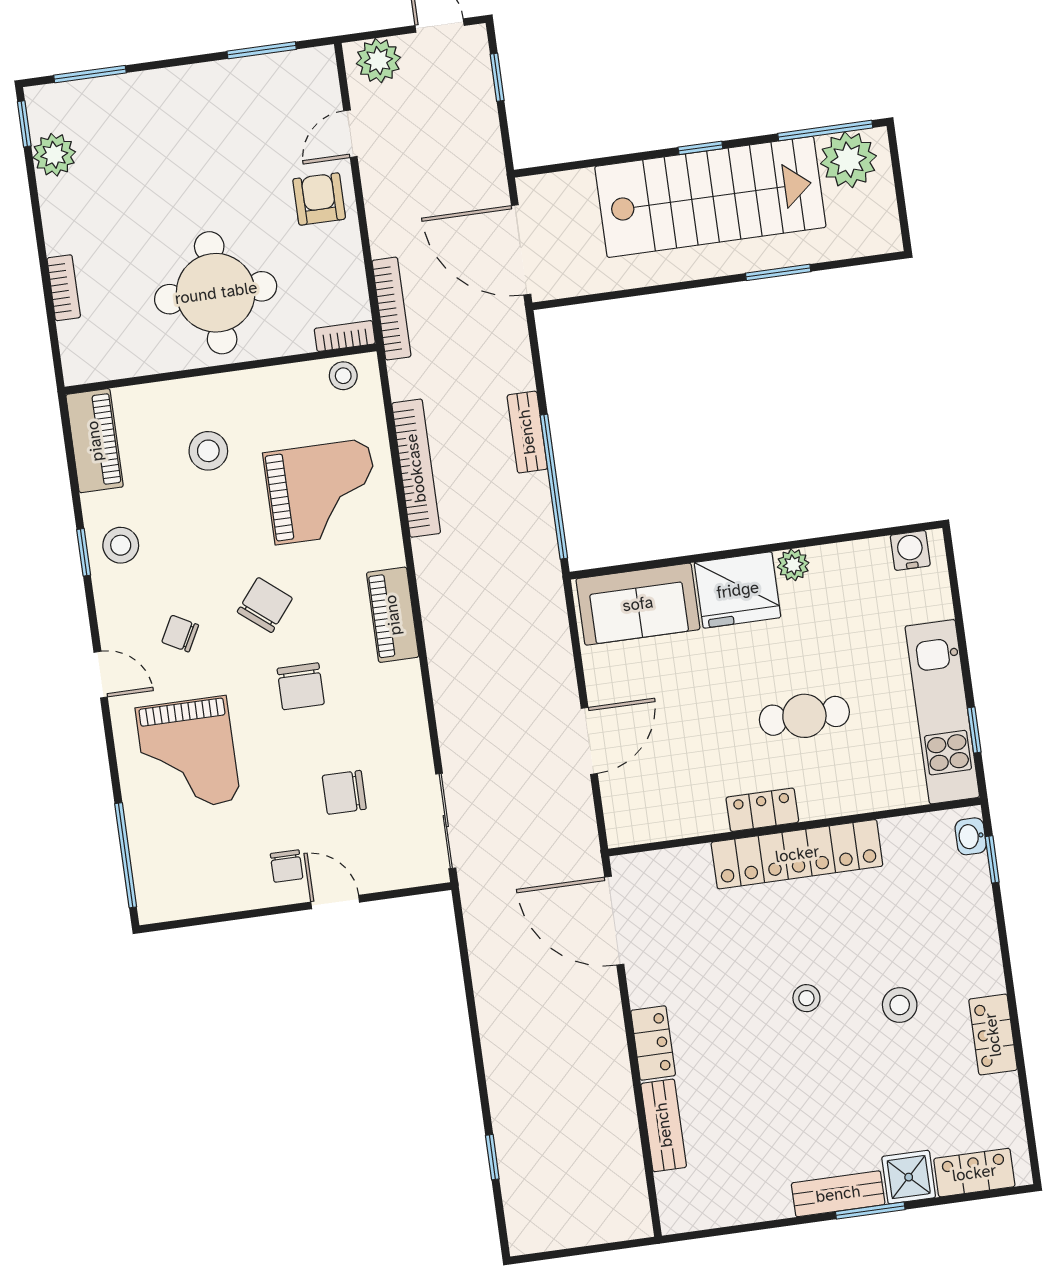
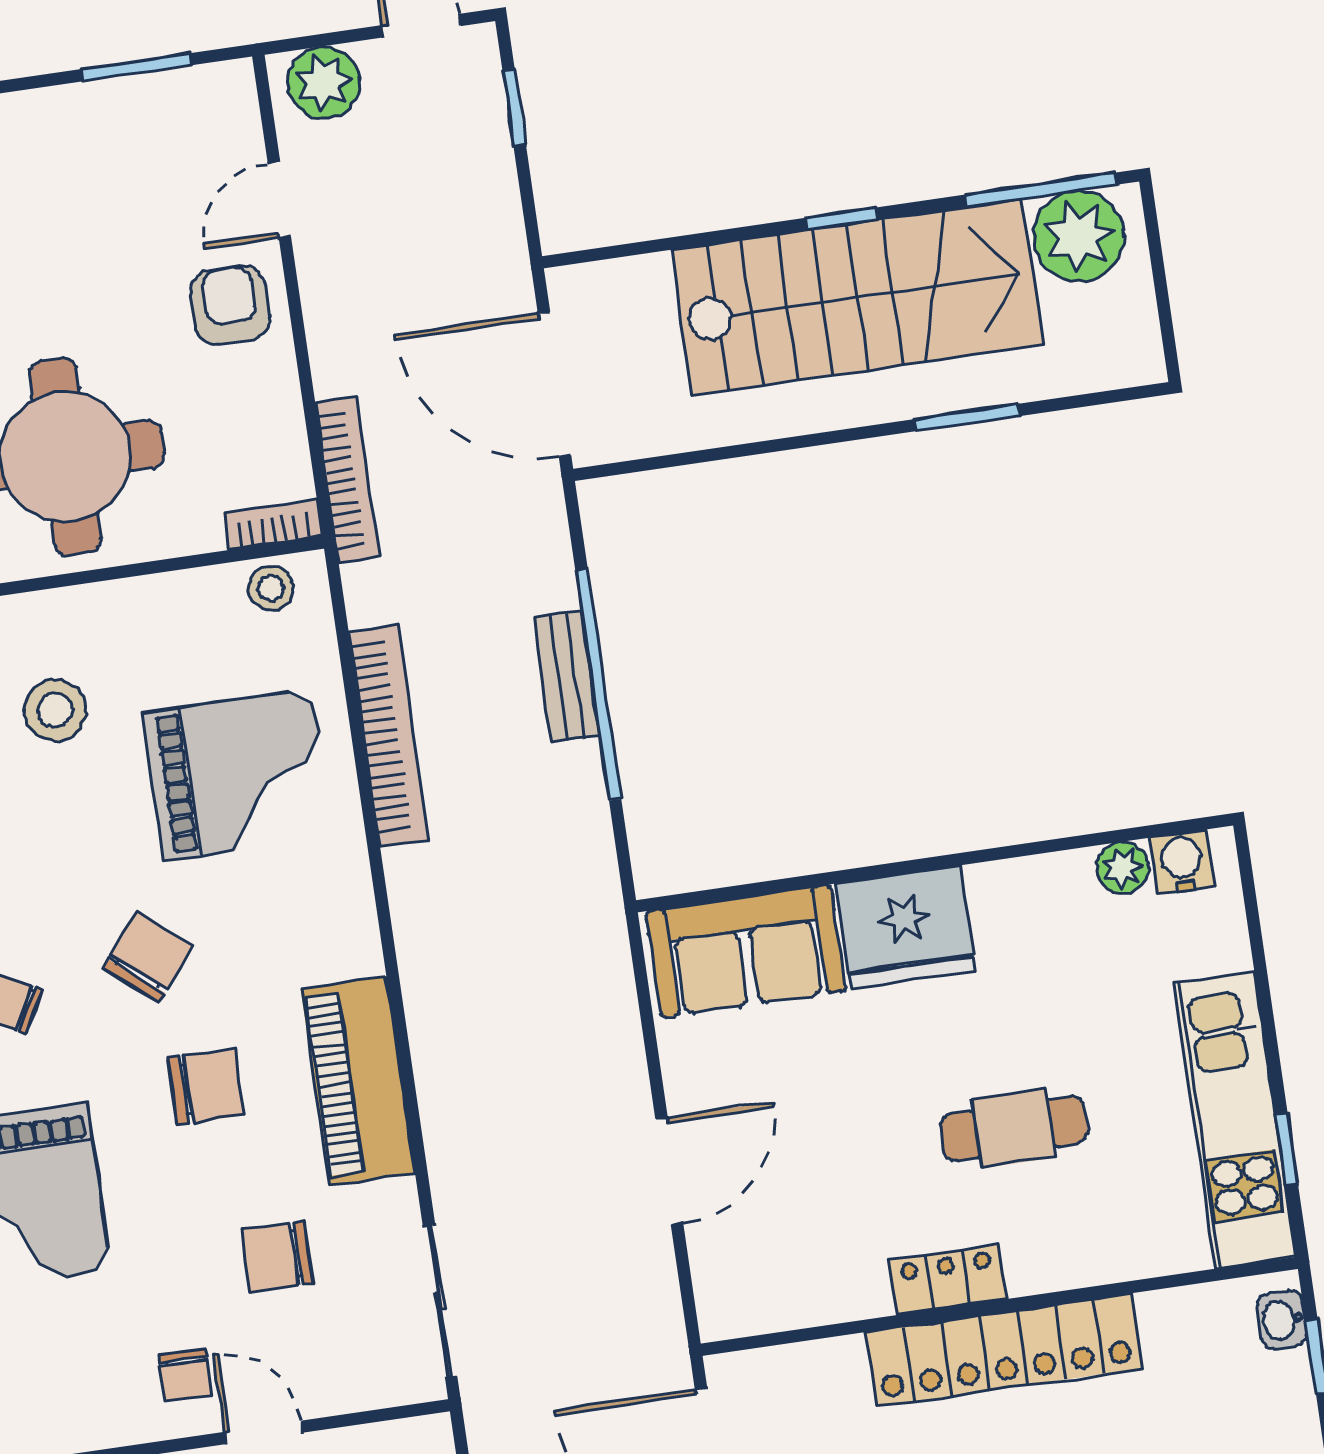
window: (554, 487) -> (598, 685), moved
plant: (793, 565) -> (1123, 868), moved
piano: (393, 615) -> (358, 1081), moved, width x1.37, depth x1.33
chair: (301, 686) -> (206, 1087), turned -90

